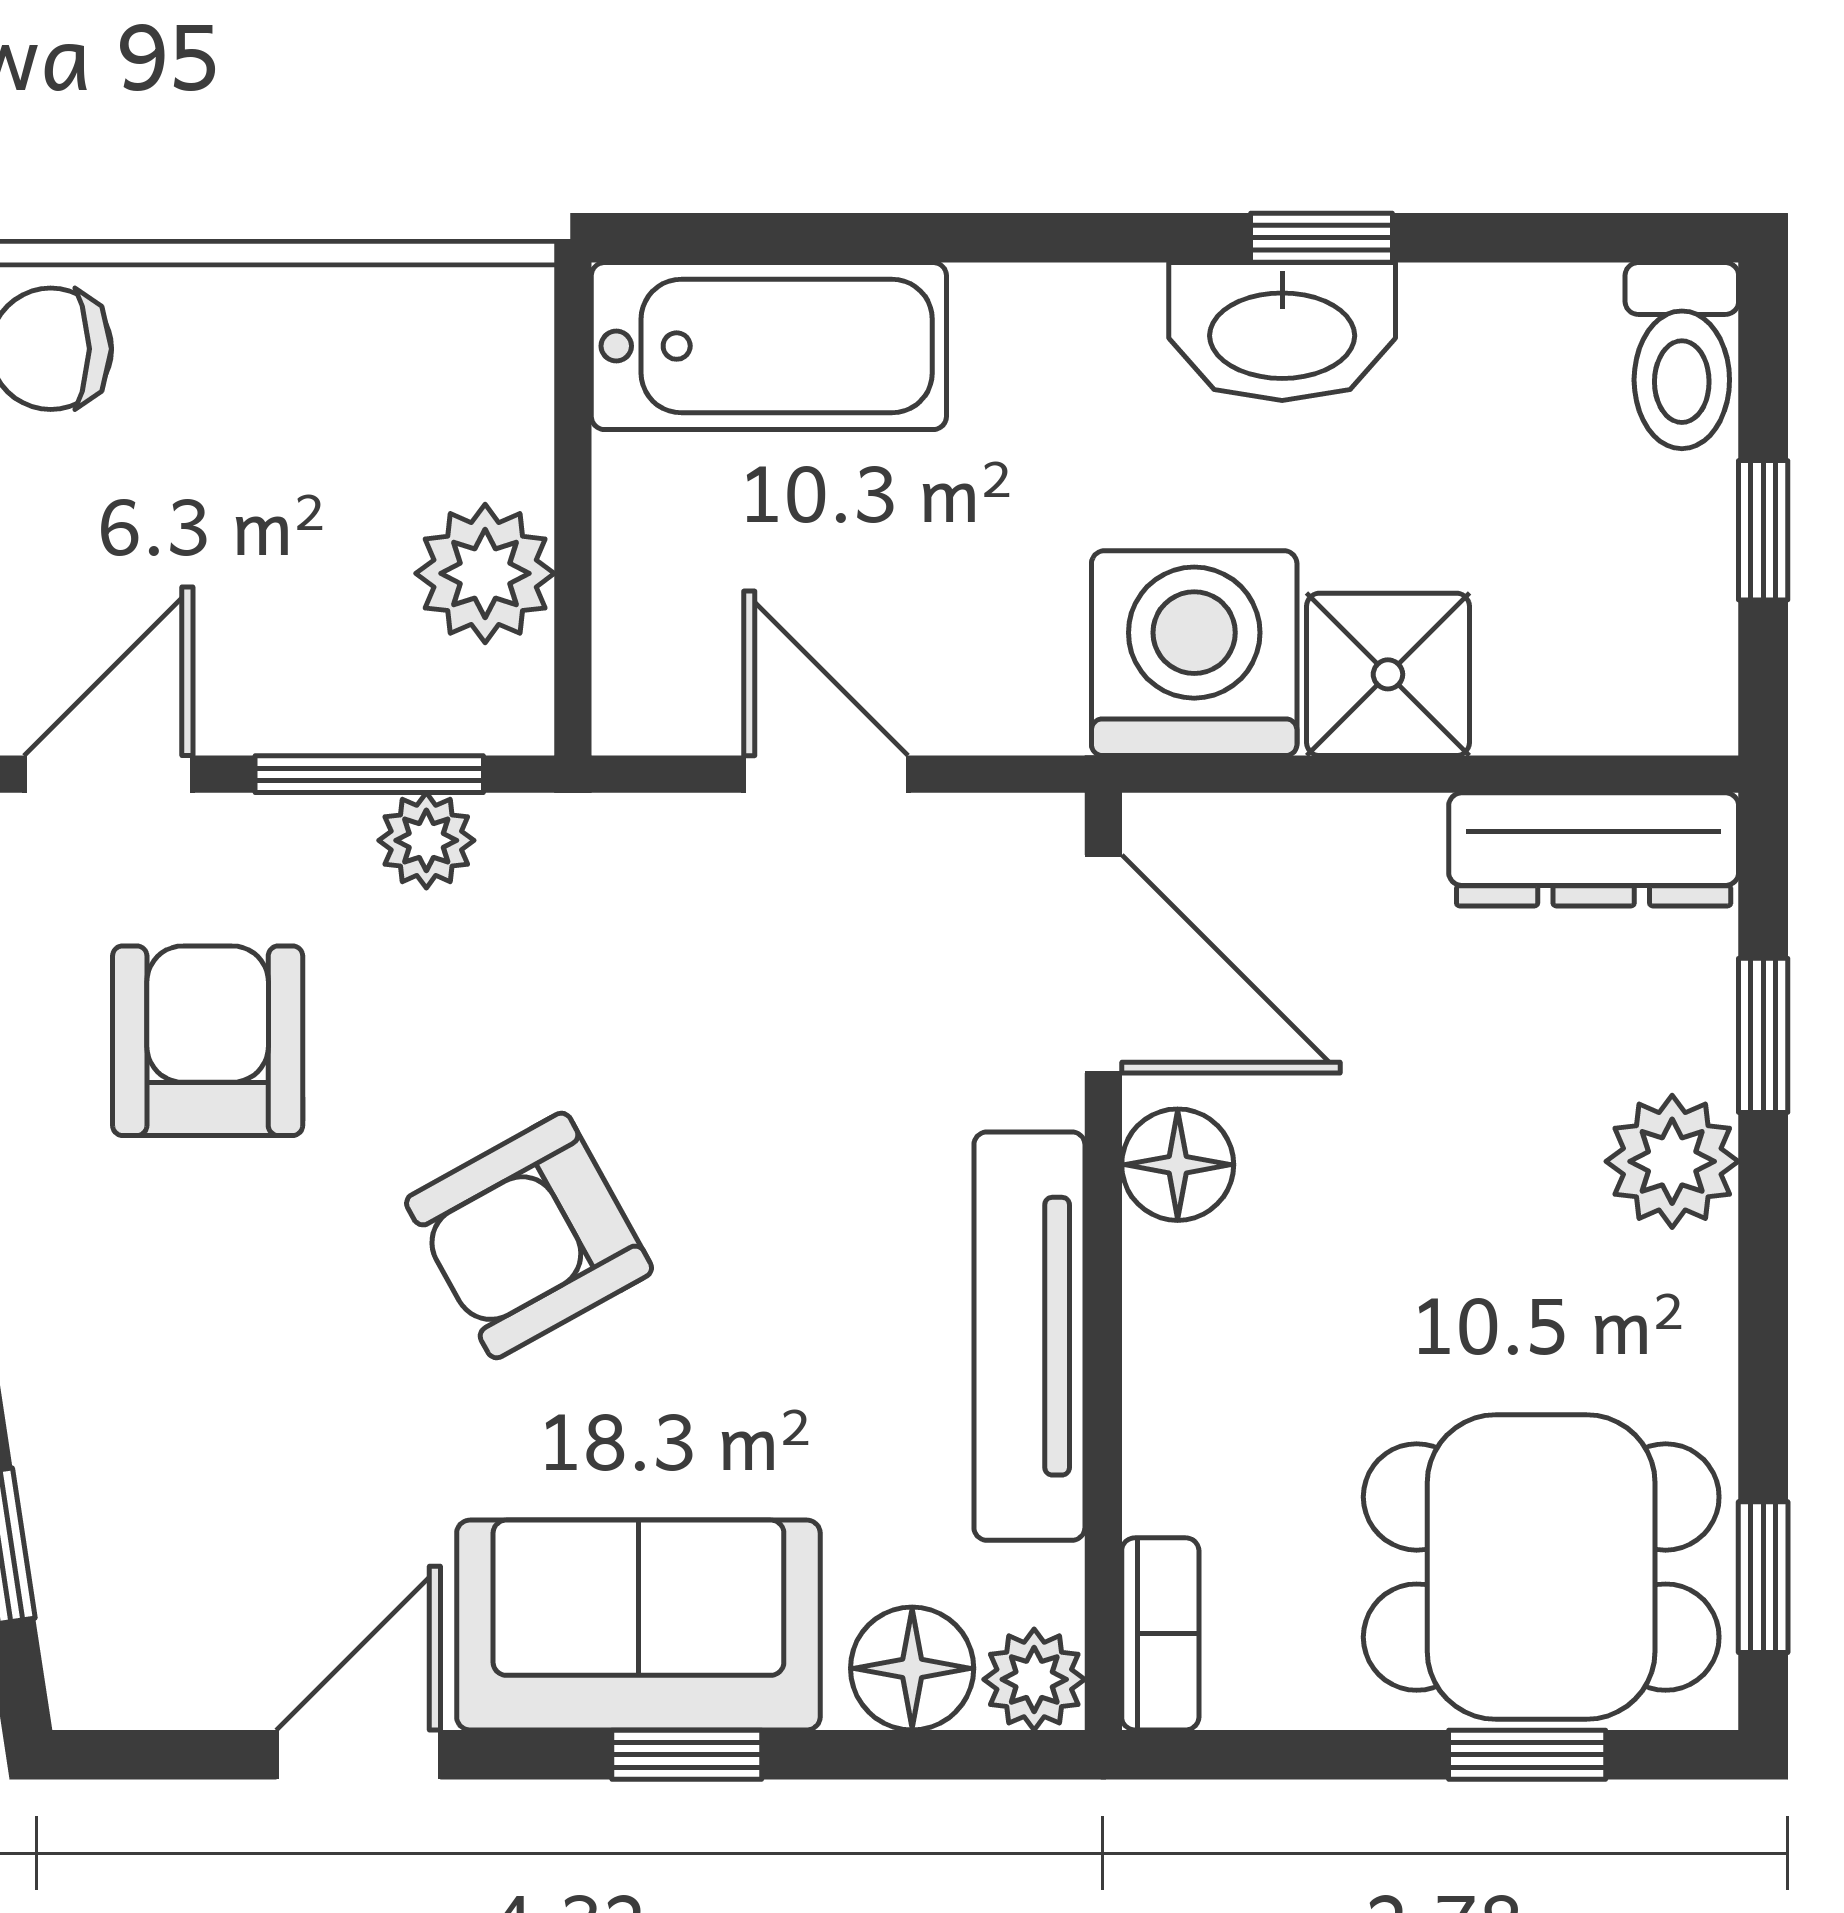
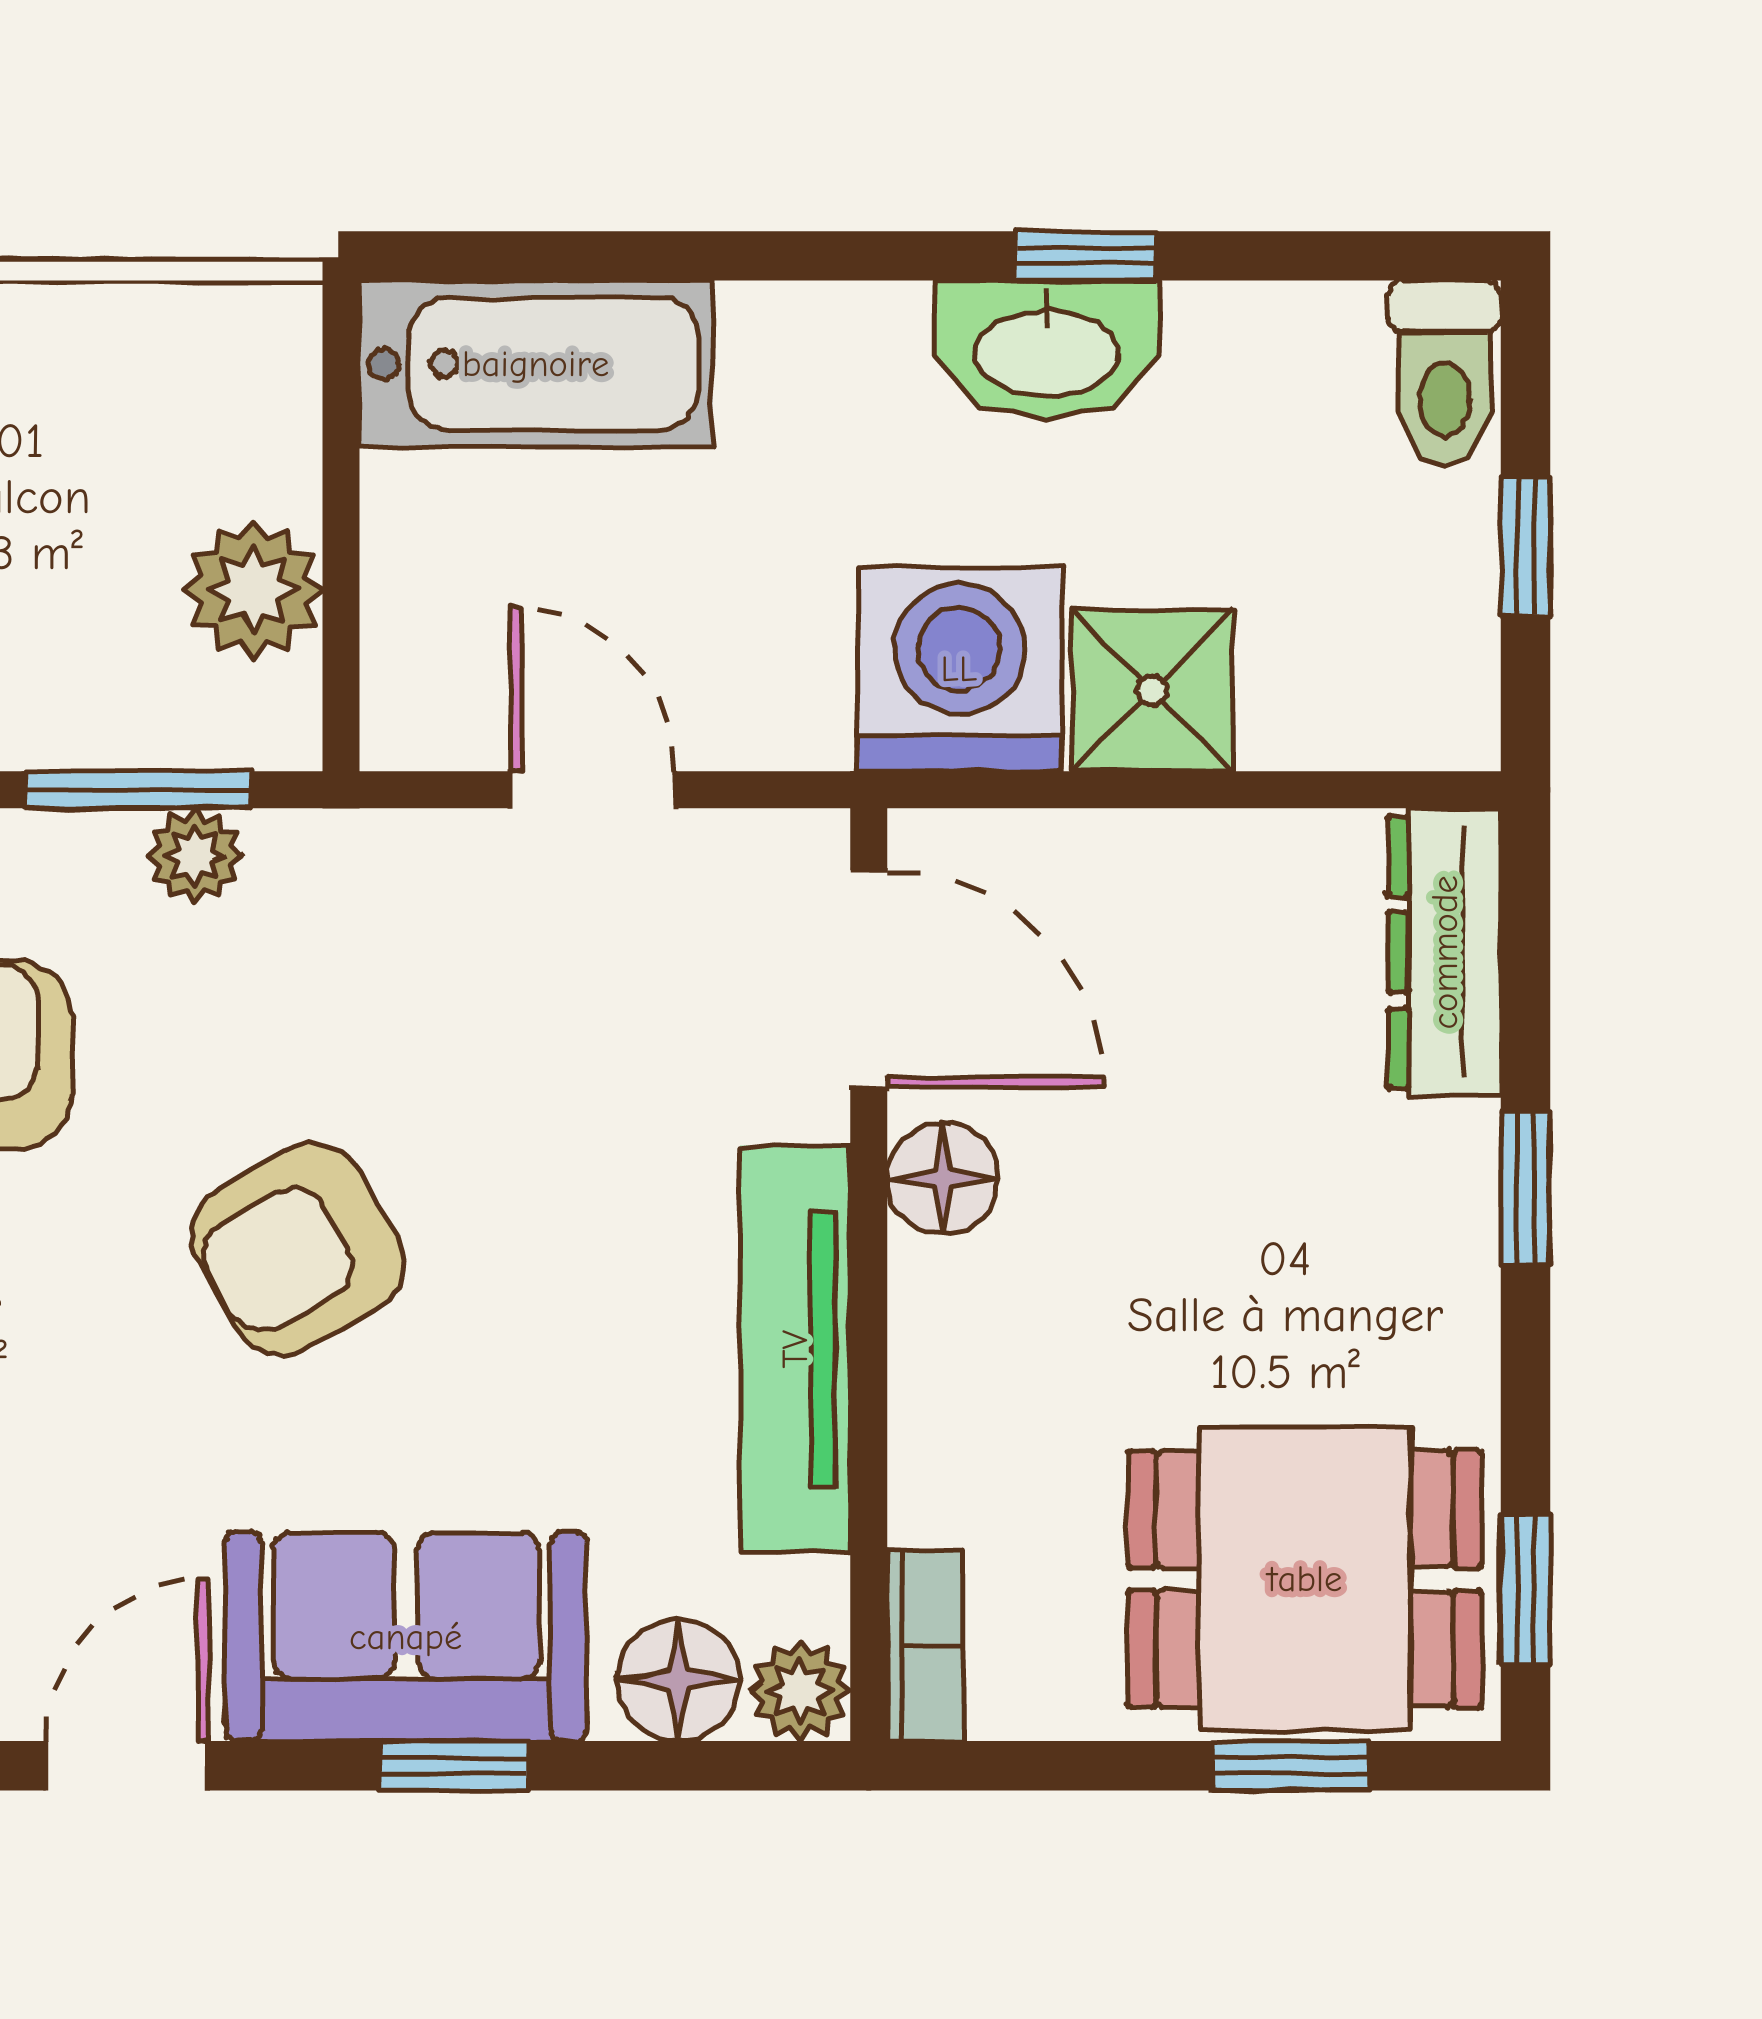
dresser: (1594, 849) -> (1445, 952), moved, turned 90
window: (1763, 1035) -> (1526, 1189), moved
plant: (1672, 1161) -> (1435, 1175), removed

